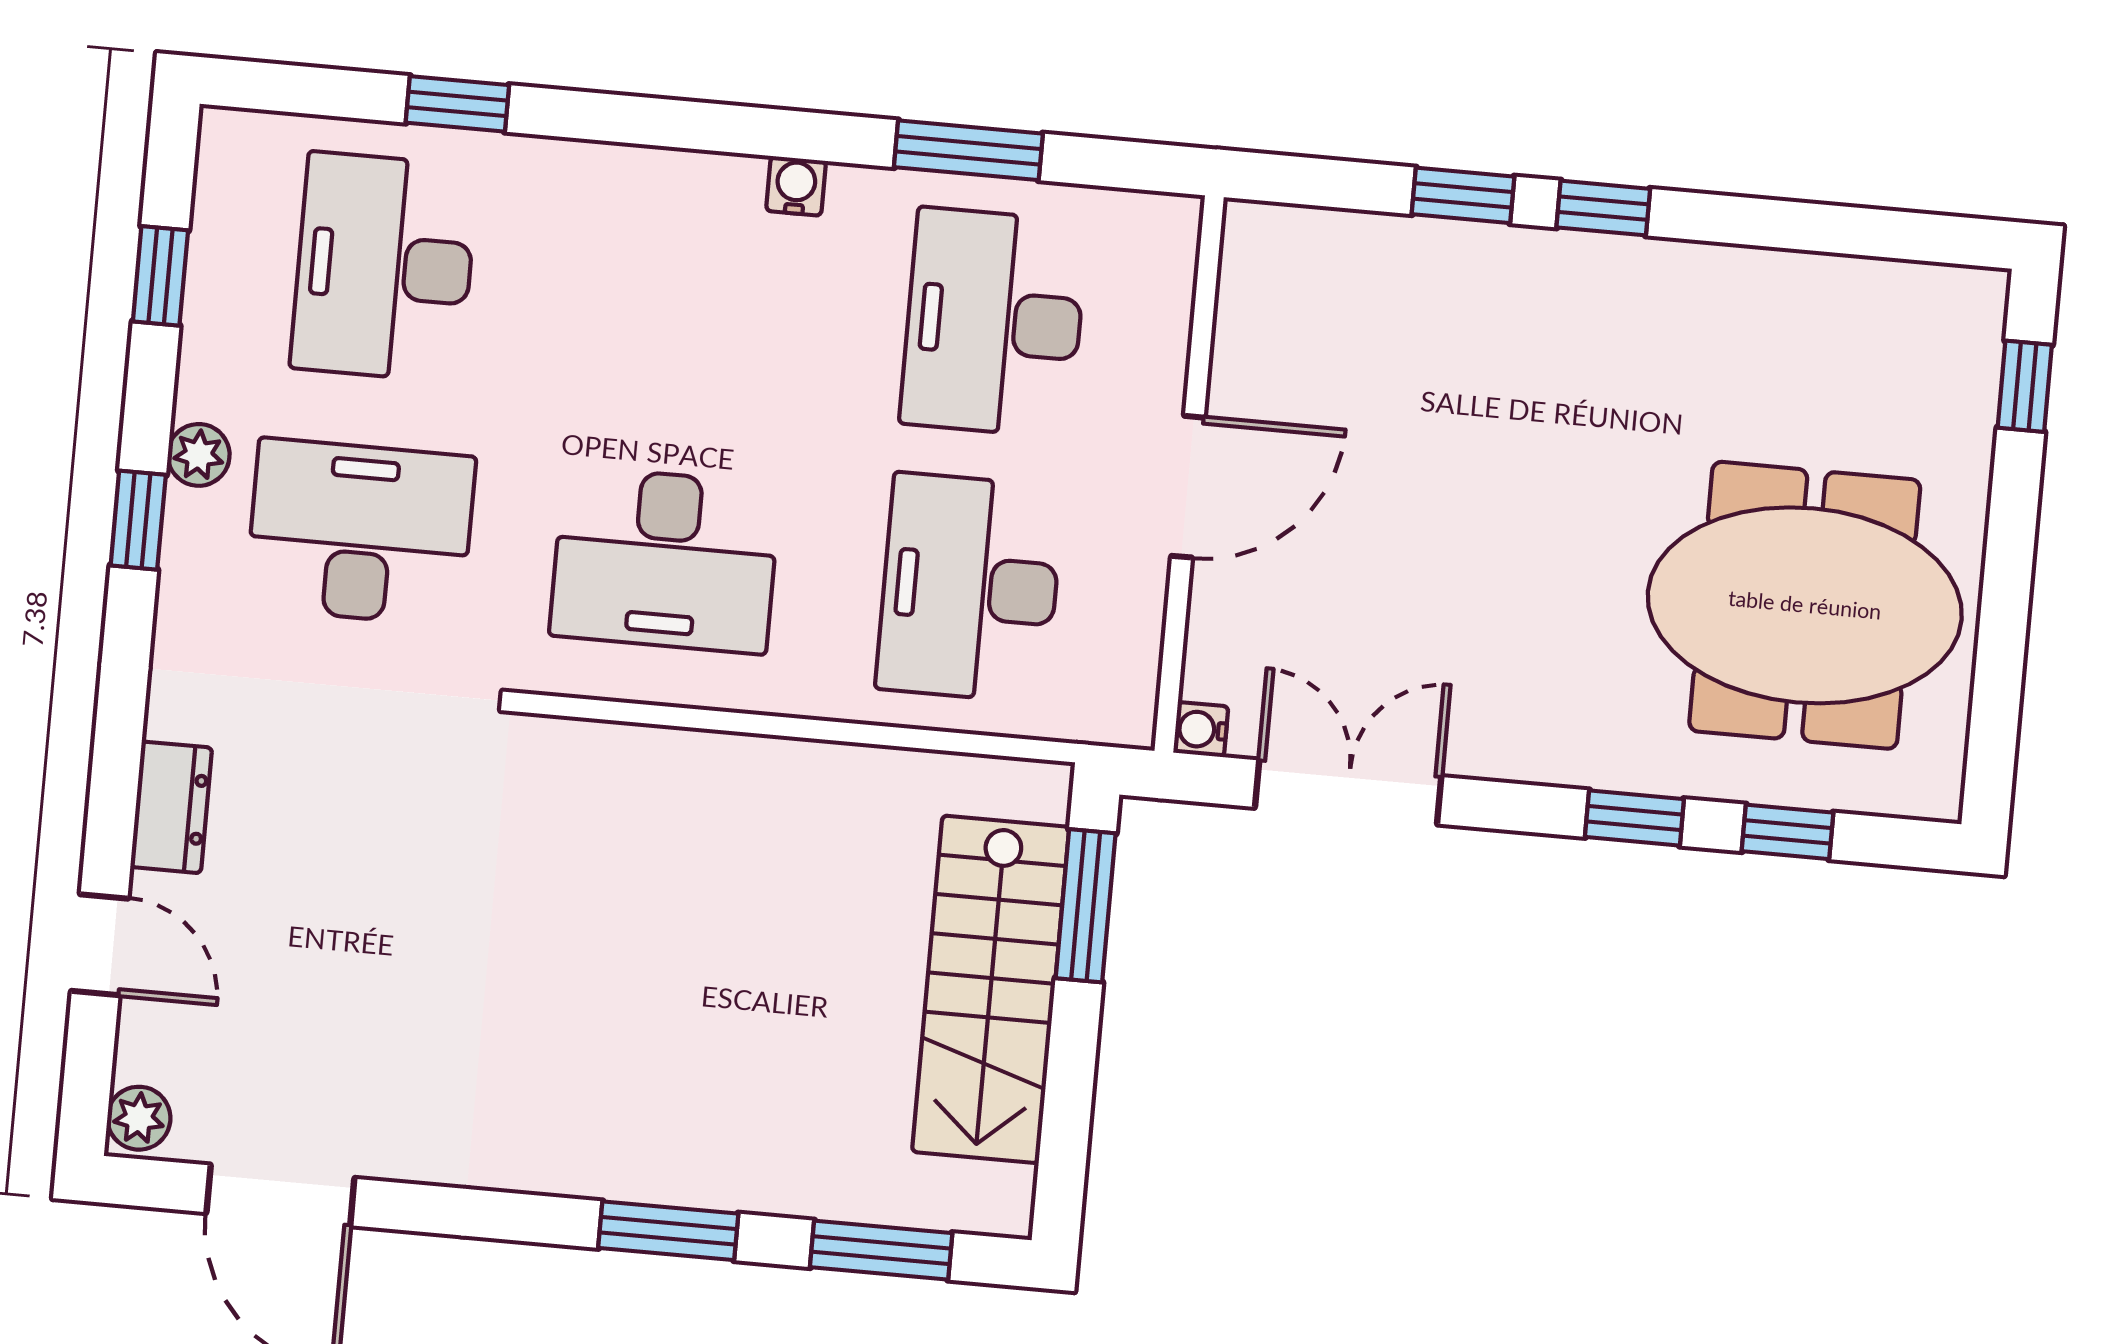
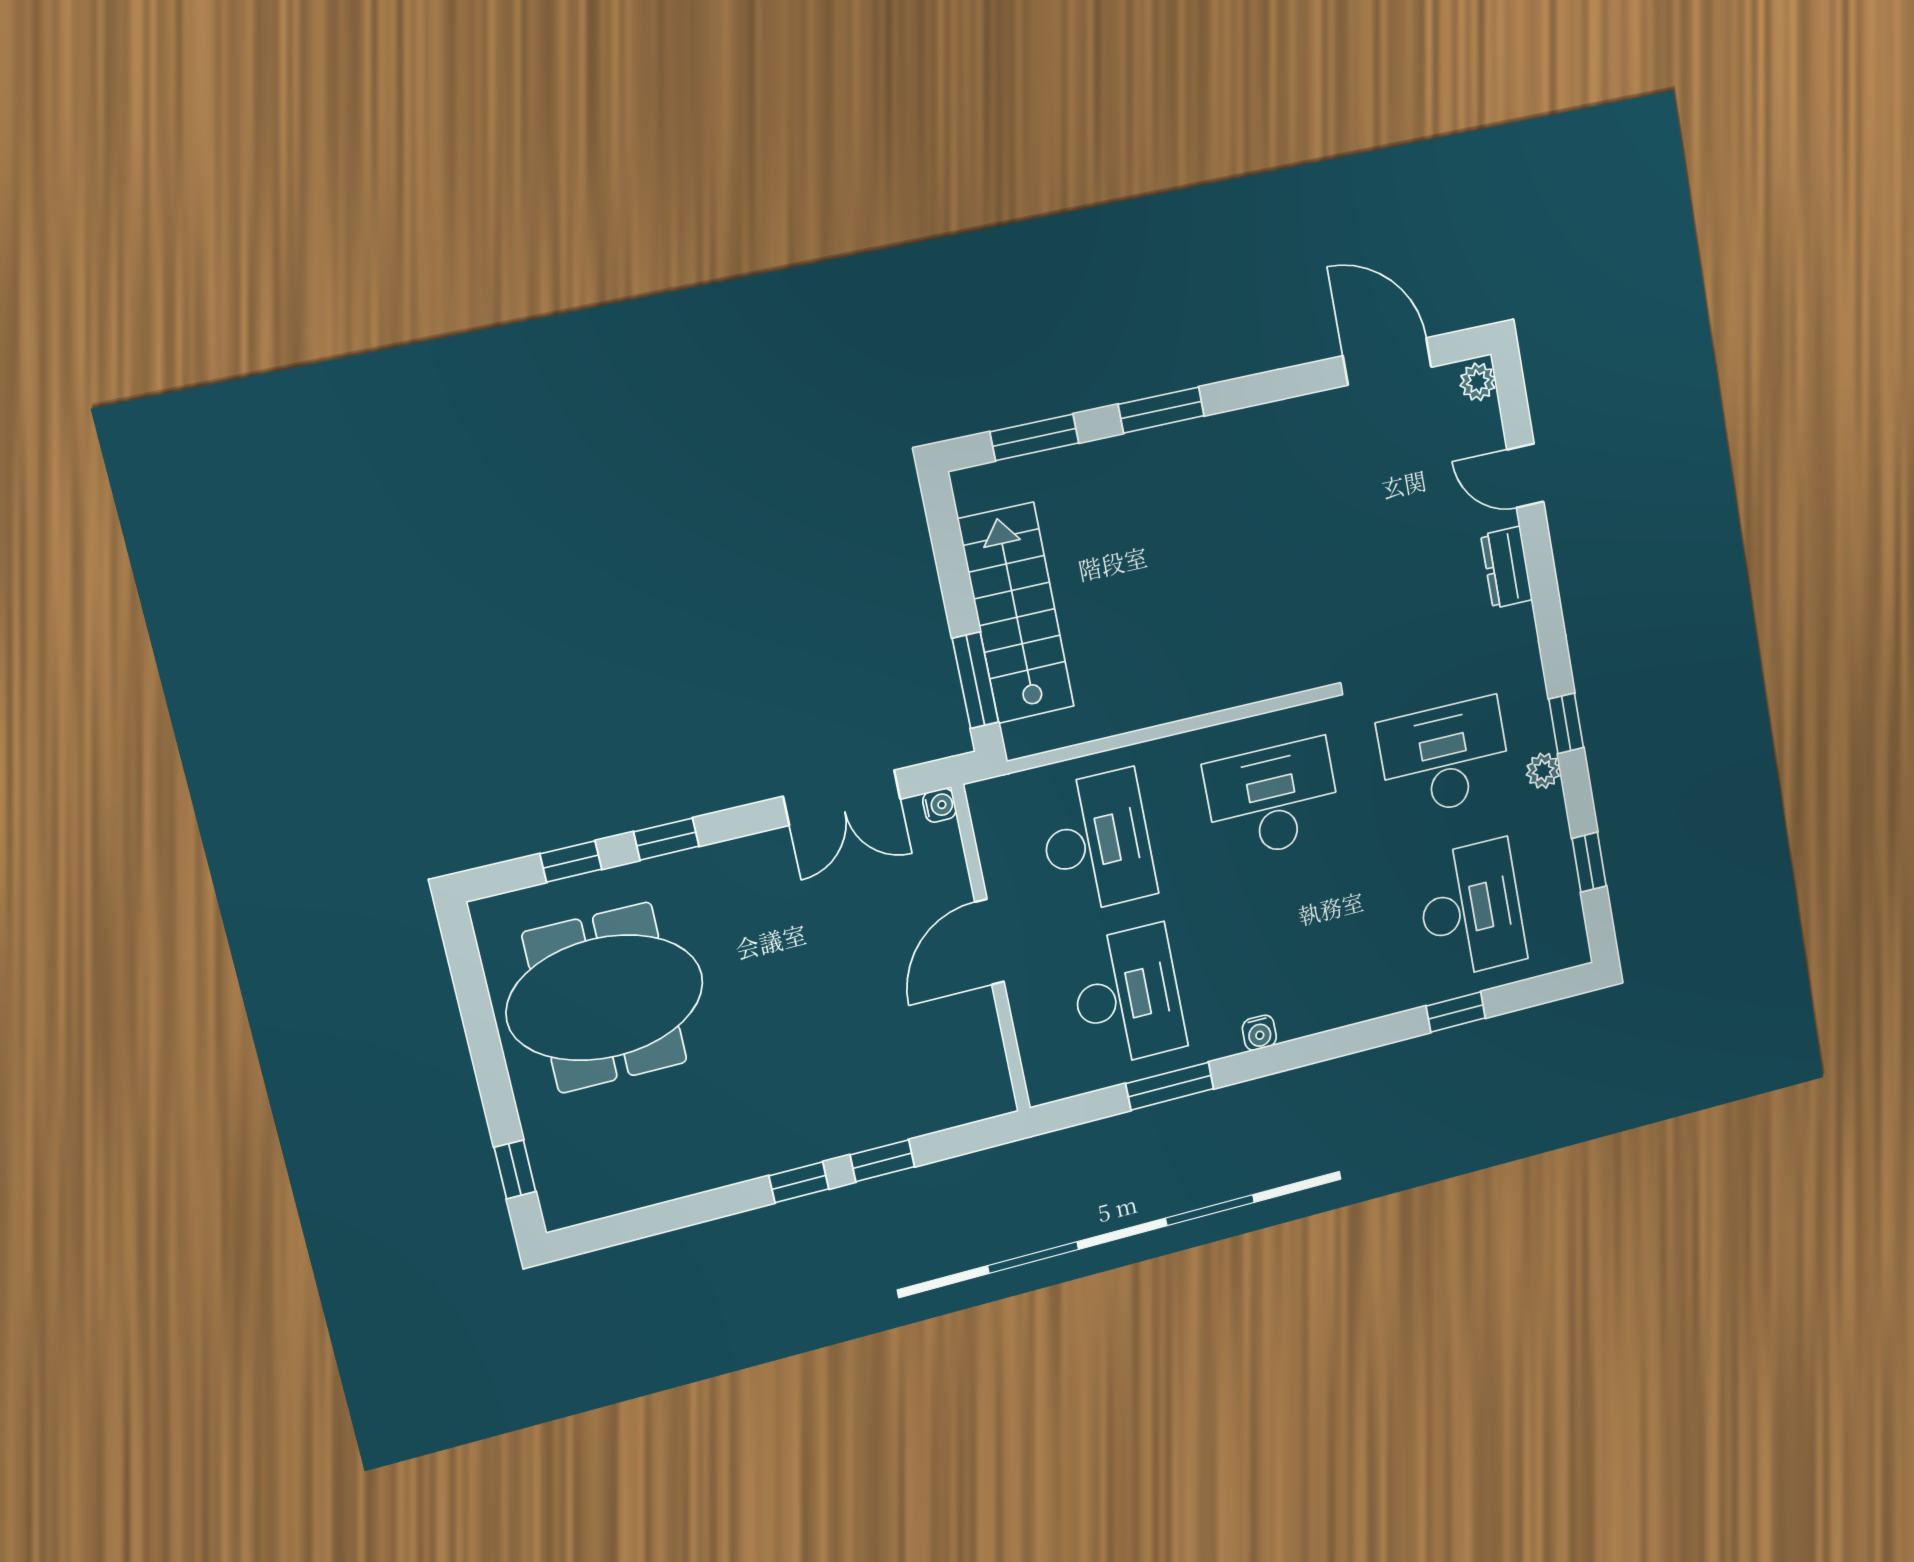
desk: (360, 532) -> (1445, 758), turned 180

